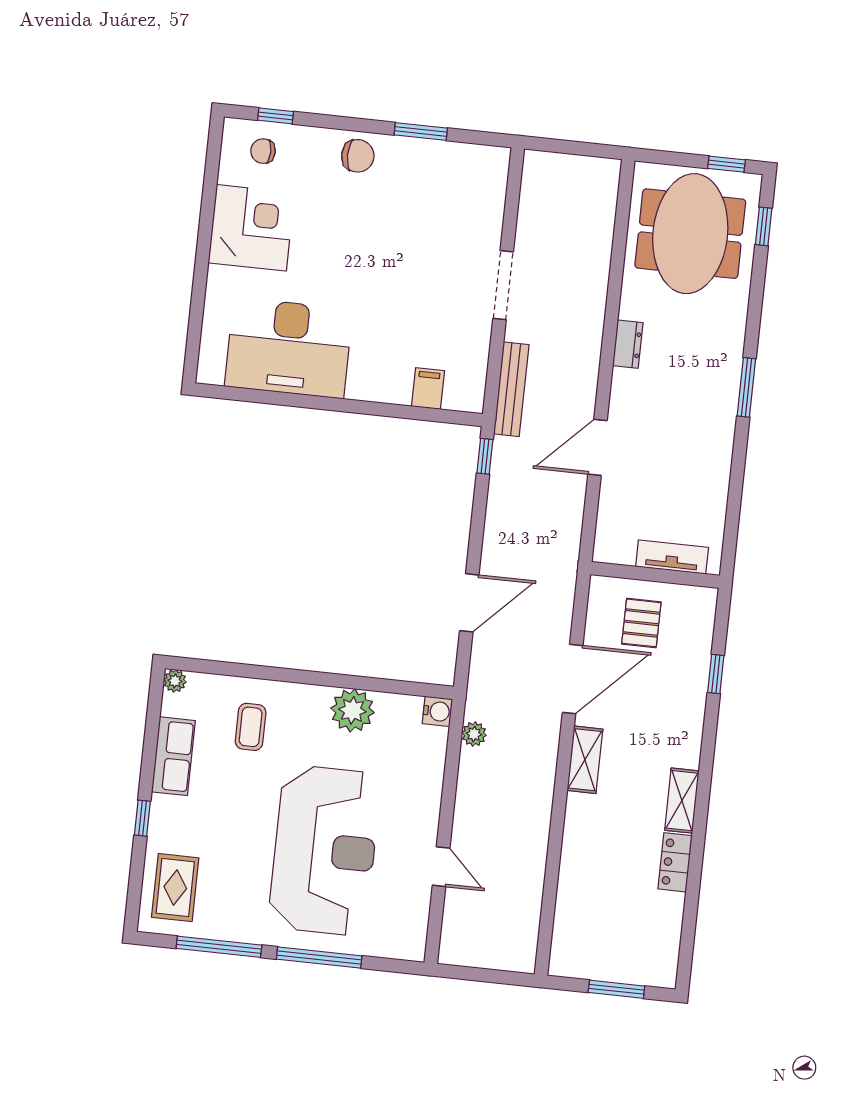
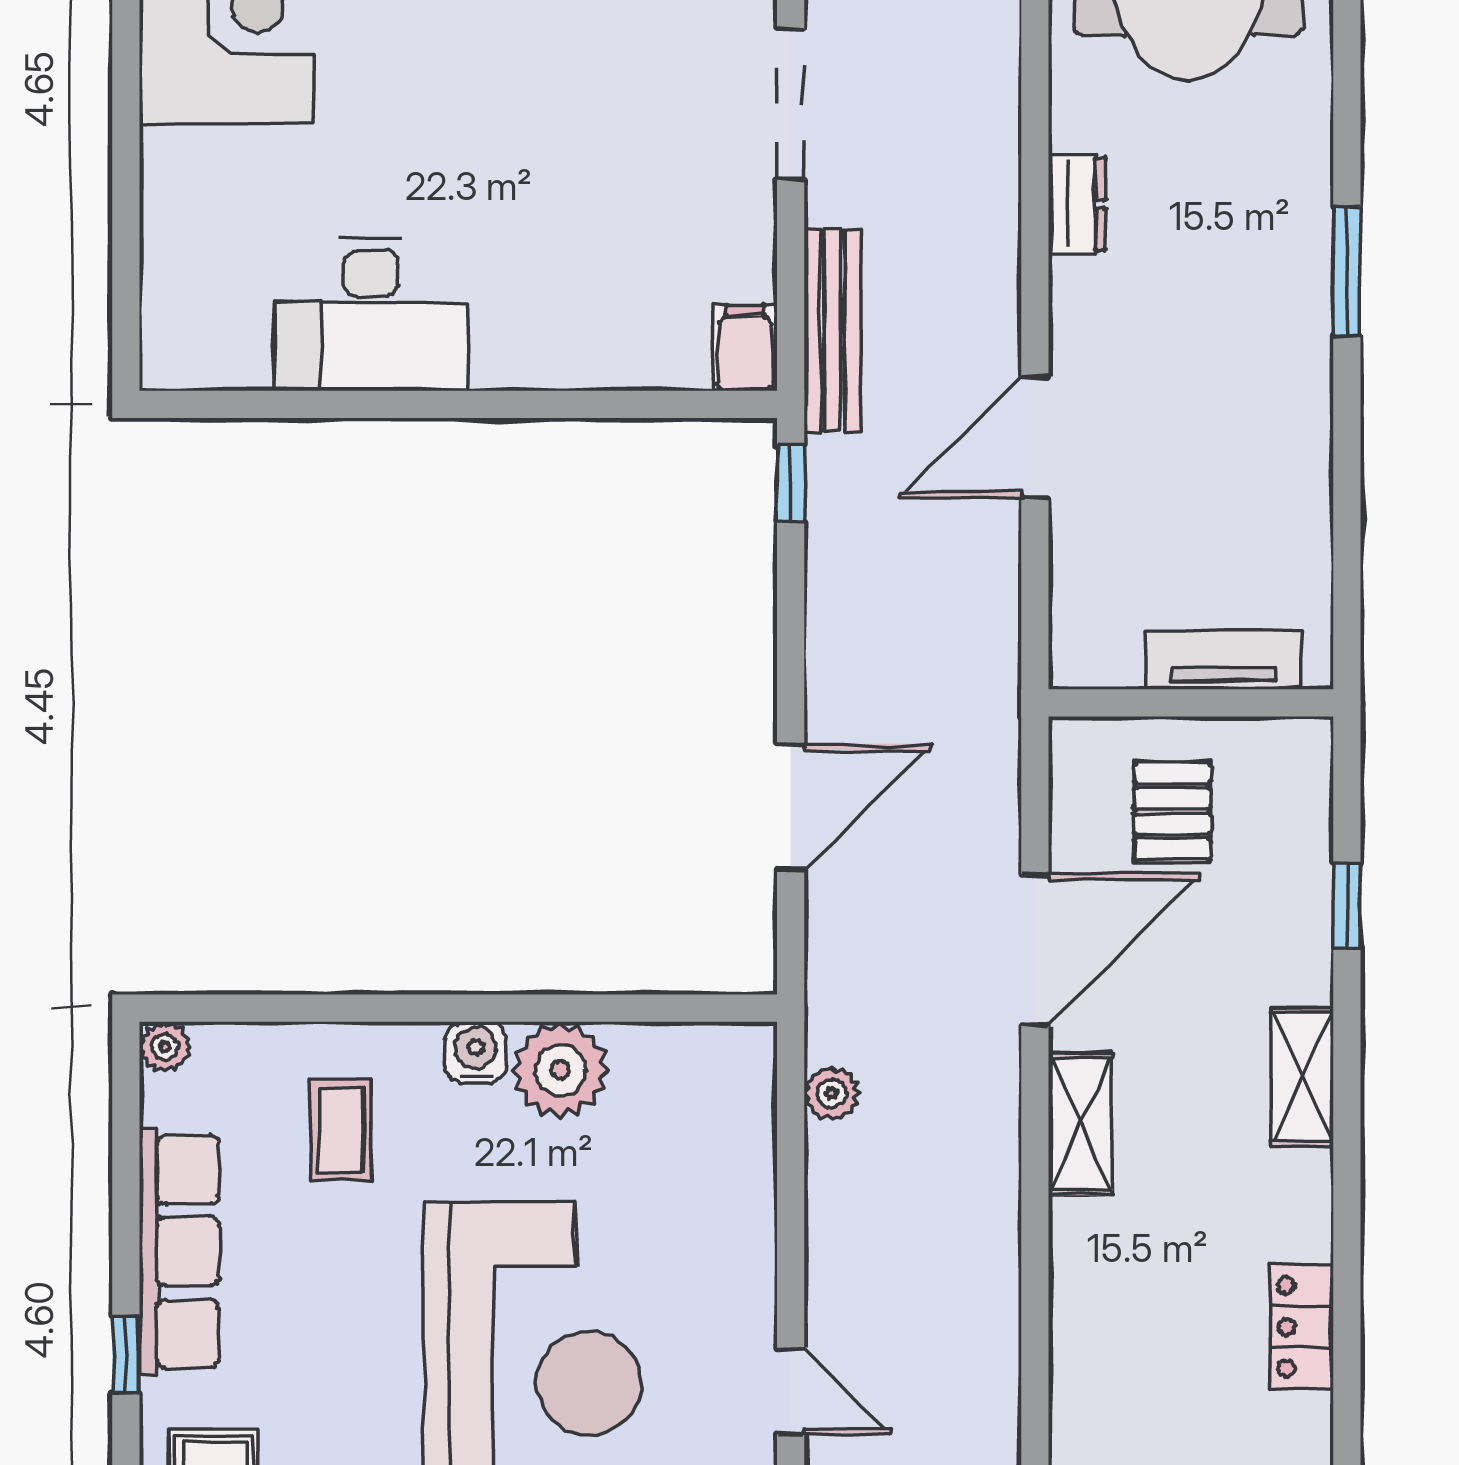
desk: (289, 348) -> (371, 315), width x0.73, depth x0.77
filing cabinet: (428, 389) -> (745, 348), moved
water cooler: (437, 711) -> (476, 1052), moved, turned -90
row of seats: (173, 756) -> (179, 1252), width x1.48
shelving: (682, 801) -> (1302, 1077), moved

